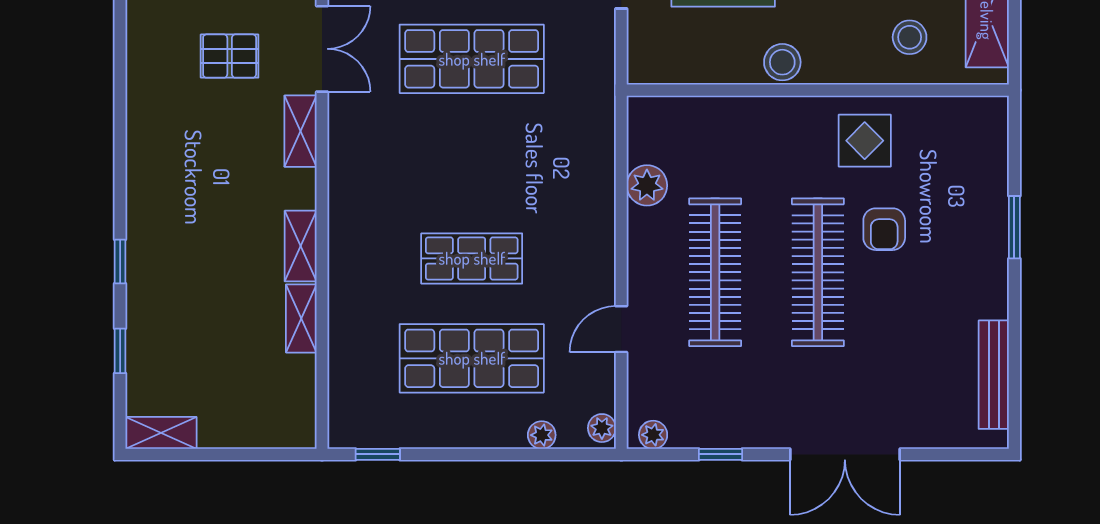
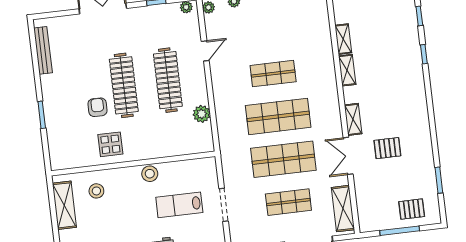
shop shelf: (472, 358) -> (278, 116), moved

